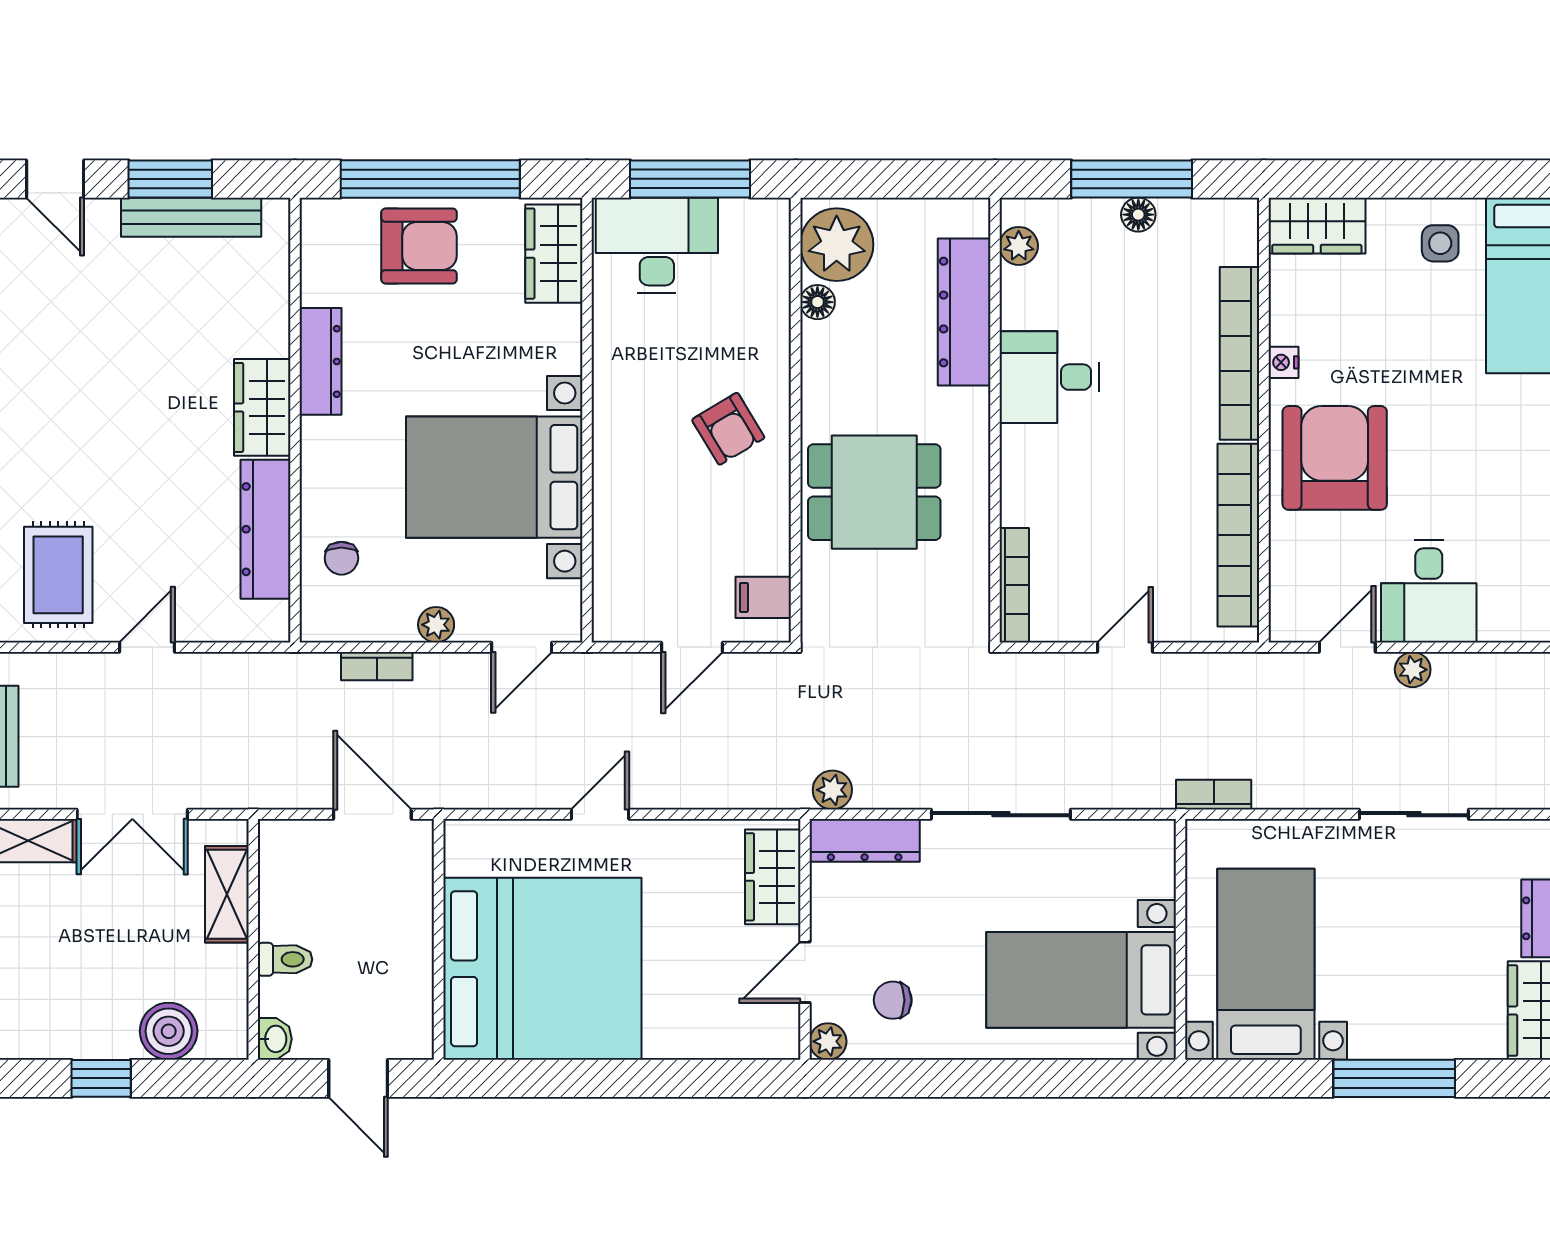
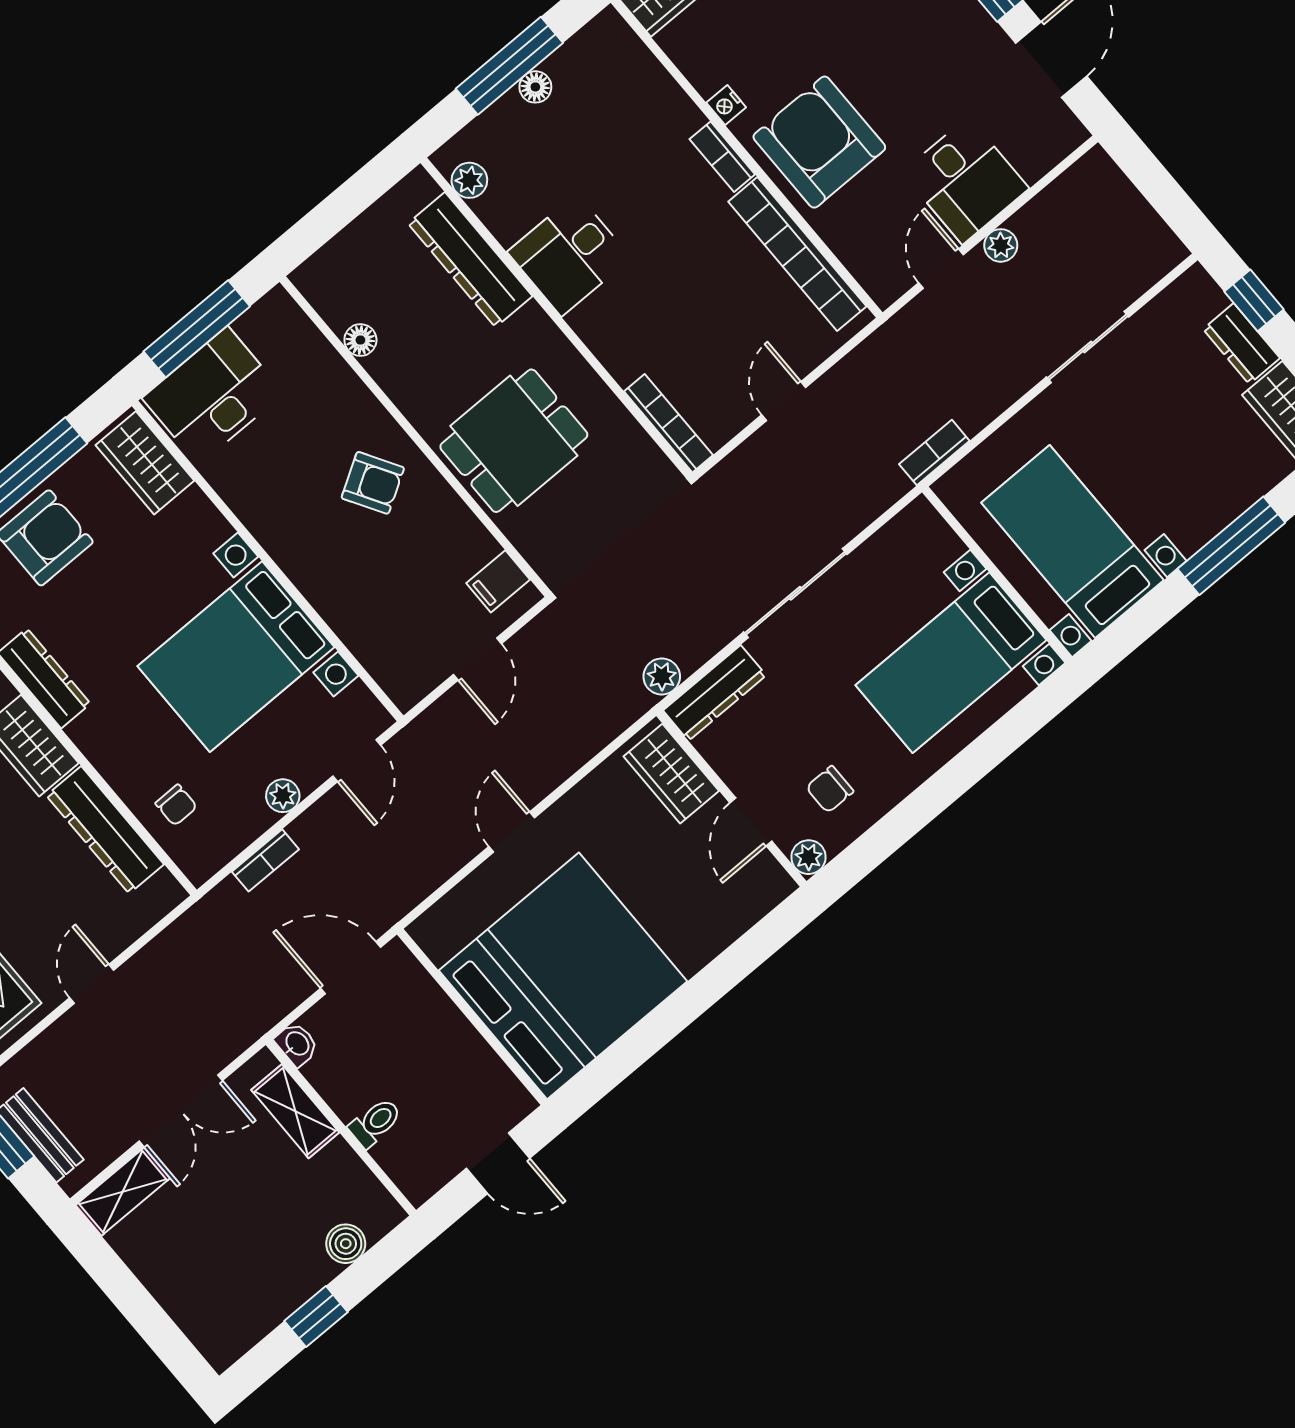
plant: (837, 245) -> (340, 288), removed
bookcase: (1240, 353) -> (722, 157), width x0.43, depth x0.76
boiler: (169, 1031) -> (346, 1244), width x0.73, depth x0.73
washbasin: (275, 1039) -> (297, 1044), moved

